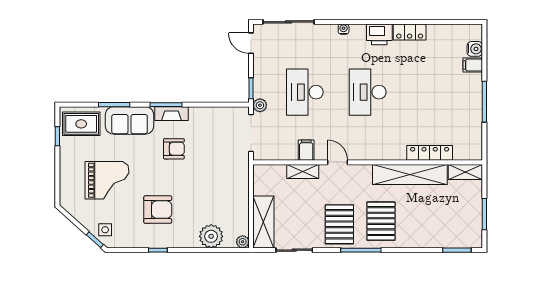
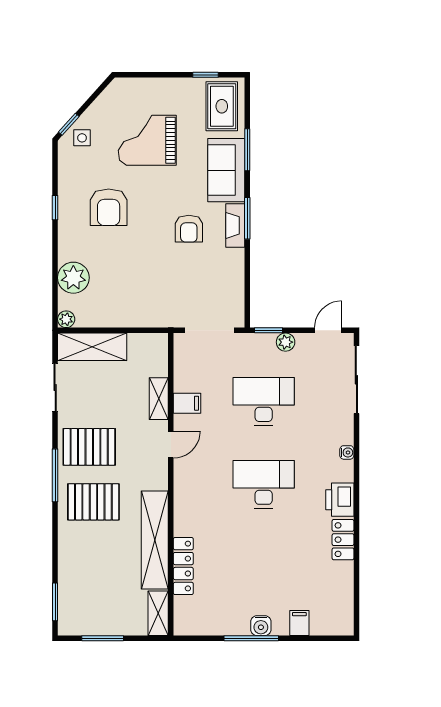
water cooler: (475, 49) -> (261, 626), moved
plant: (260, 105) -> (286, 342), moved
grand piano: (107, 180) -> (147, 140), turned 90

